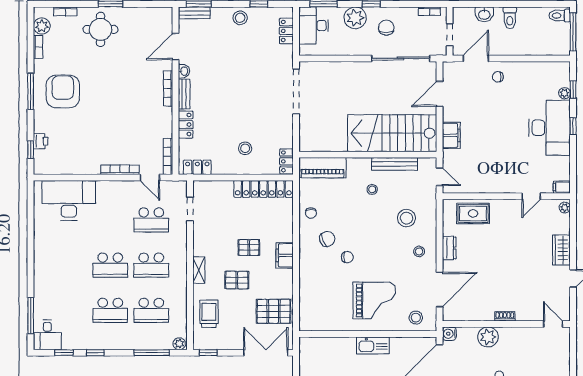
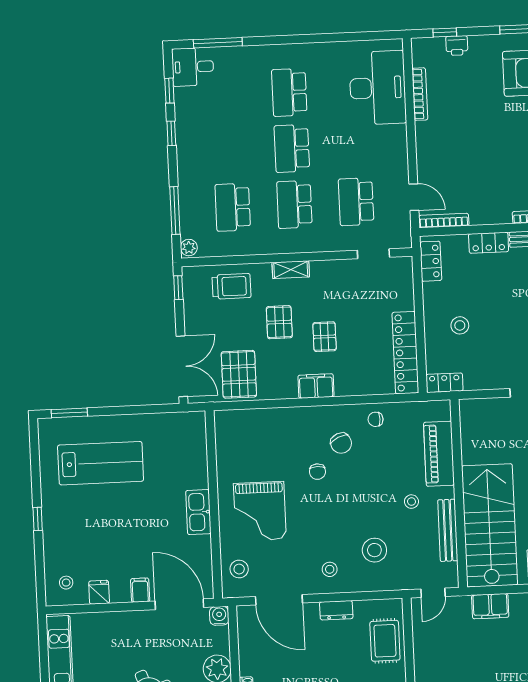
piano: (323, 168) -> (439, 454), moved
bookcase: (120, 170) -> (420, 94), moved
door: (150, 178) -> (414, 197), swing flipped
school desk: (110, 310) -> (289, 92), moved

